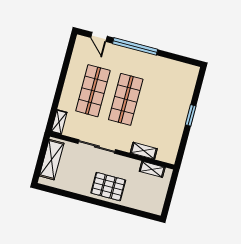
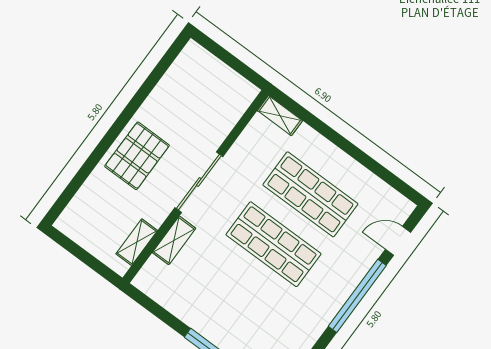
sliding door: (97, 147) -> (199, 182), moved
shelving: (52, 160) -> (221, 78), removed

